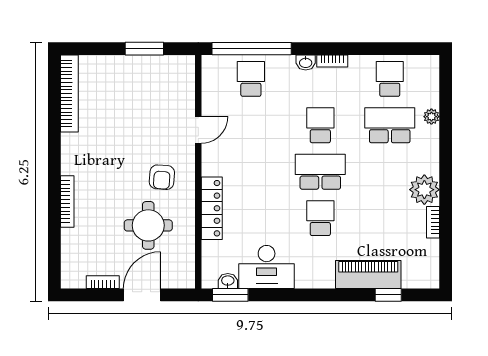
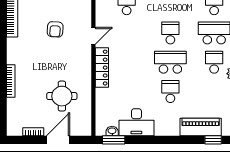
school desk: (390, 172) -> (214, 62), added
armchair: (162, 177) -> (55, 29), moved
locker: (212, 208) -> (102, 68), moved

